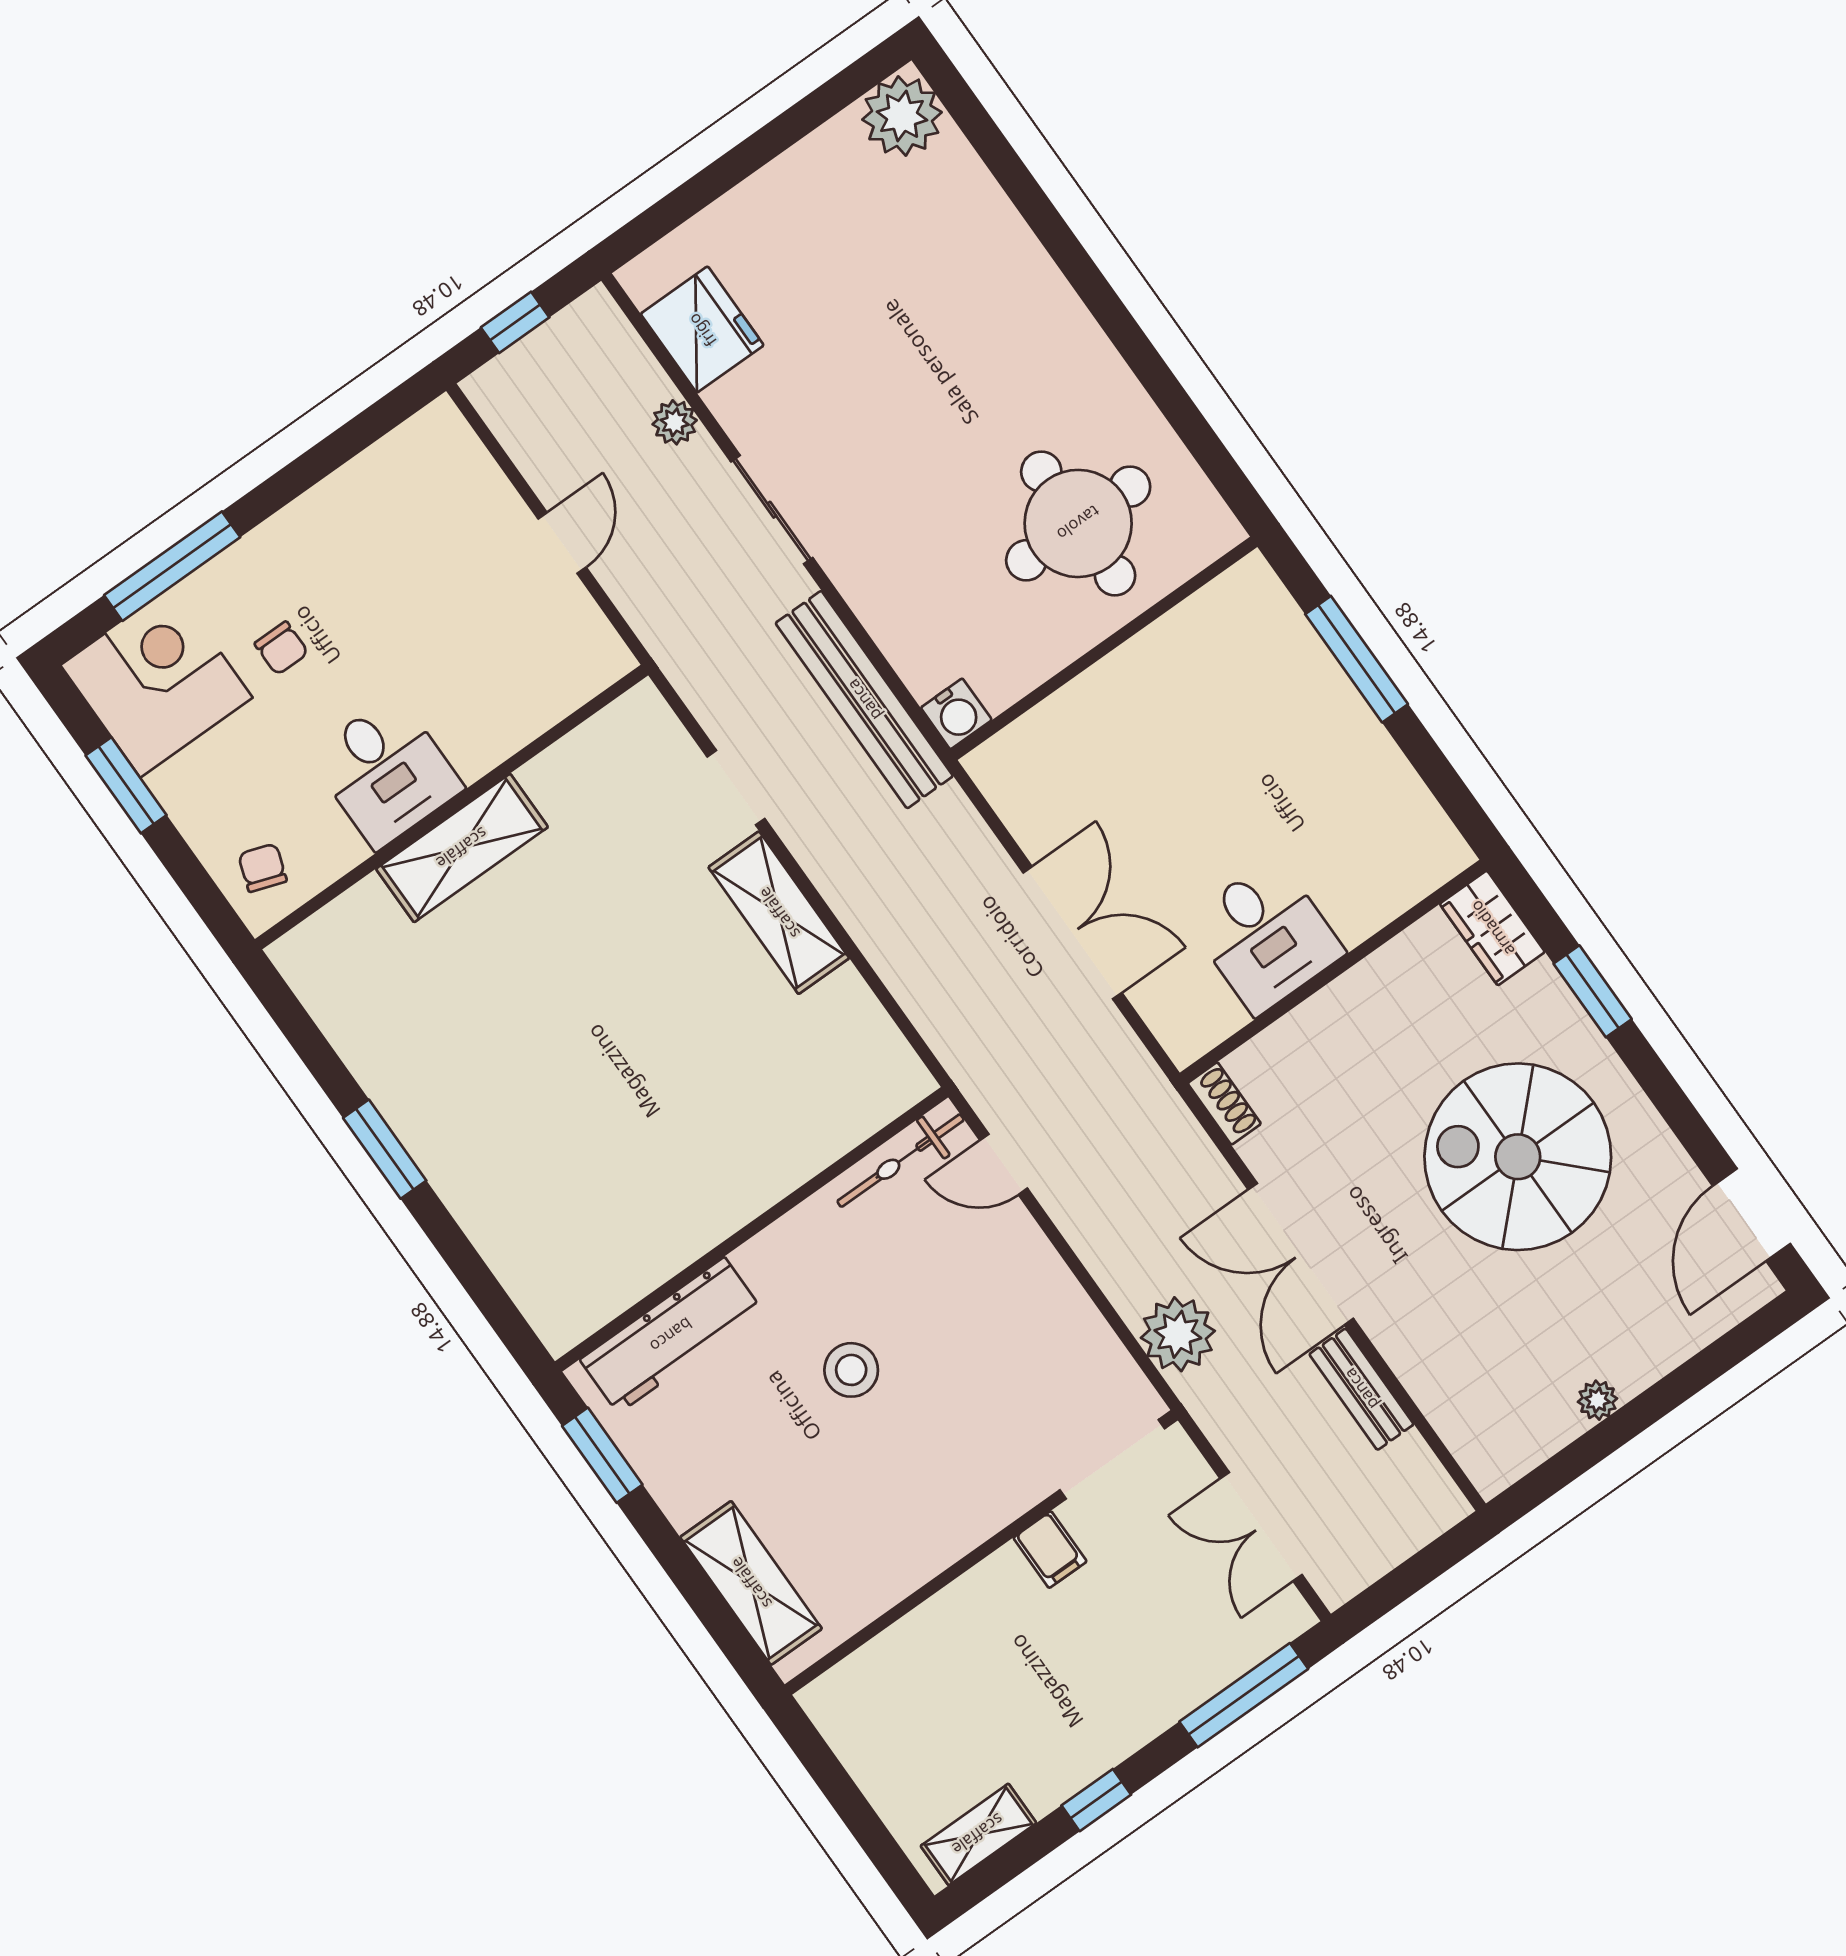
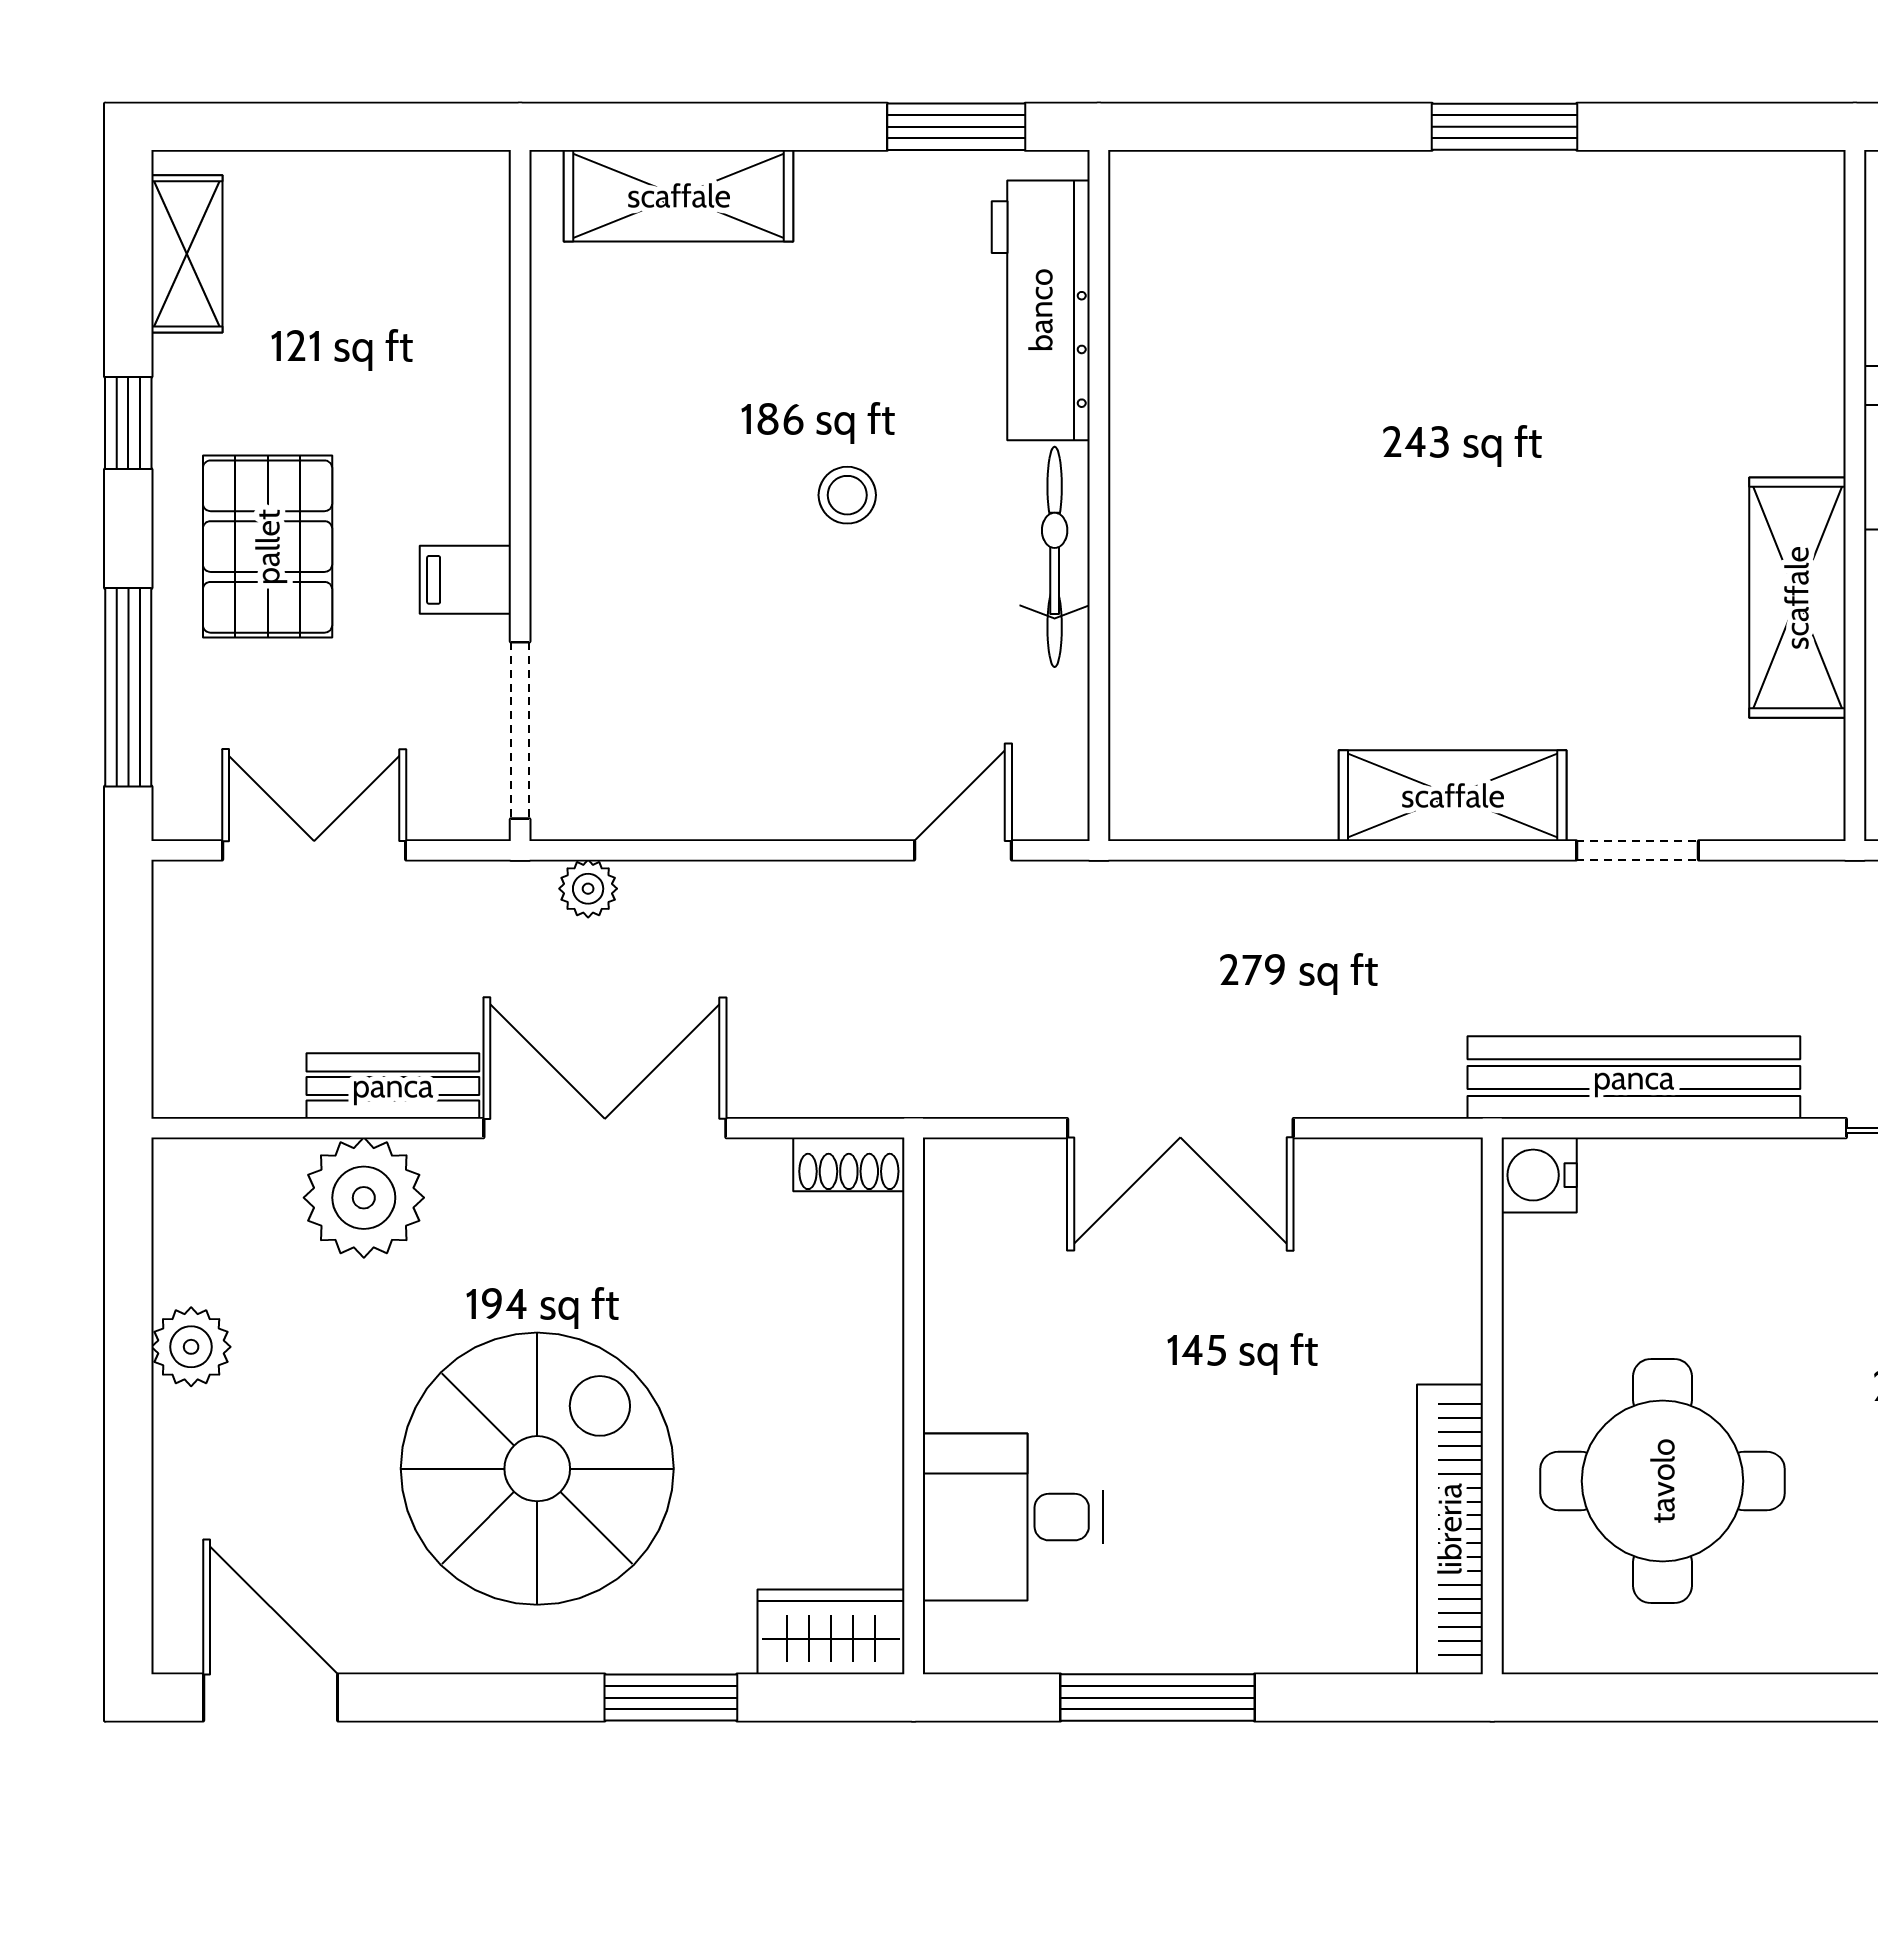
bookcase: (1189, 623) -> (1450, 1529), added
window: (1357, 659) -> (1157, 1698), moved
shelving: (462, 848) -> (1797, 598), moved
desk: (1266, 936) -> (1013, 1517), moved
bicycle: (901, 1161) -> (1055, 557), moved
plant: (1178, 1334) -> (588, 889), width x0.53, depth x0.53
plant: (1435, 1361) -> (364, 1198), added
stool: (851, 1370) -> (847, 495), width x0.73, depth x0.73
plant: (1597, 1400) -> (191, 1347), width x1.38, depth x1.38
pallet: (1110, 1673) -> (268, 547), added

